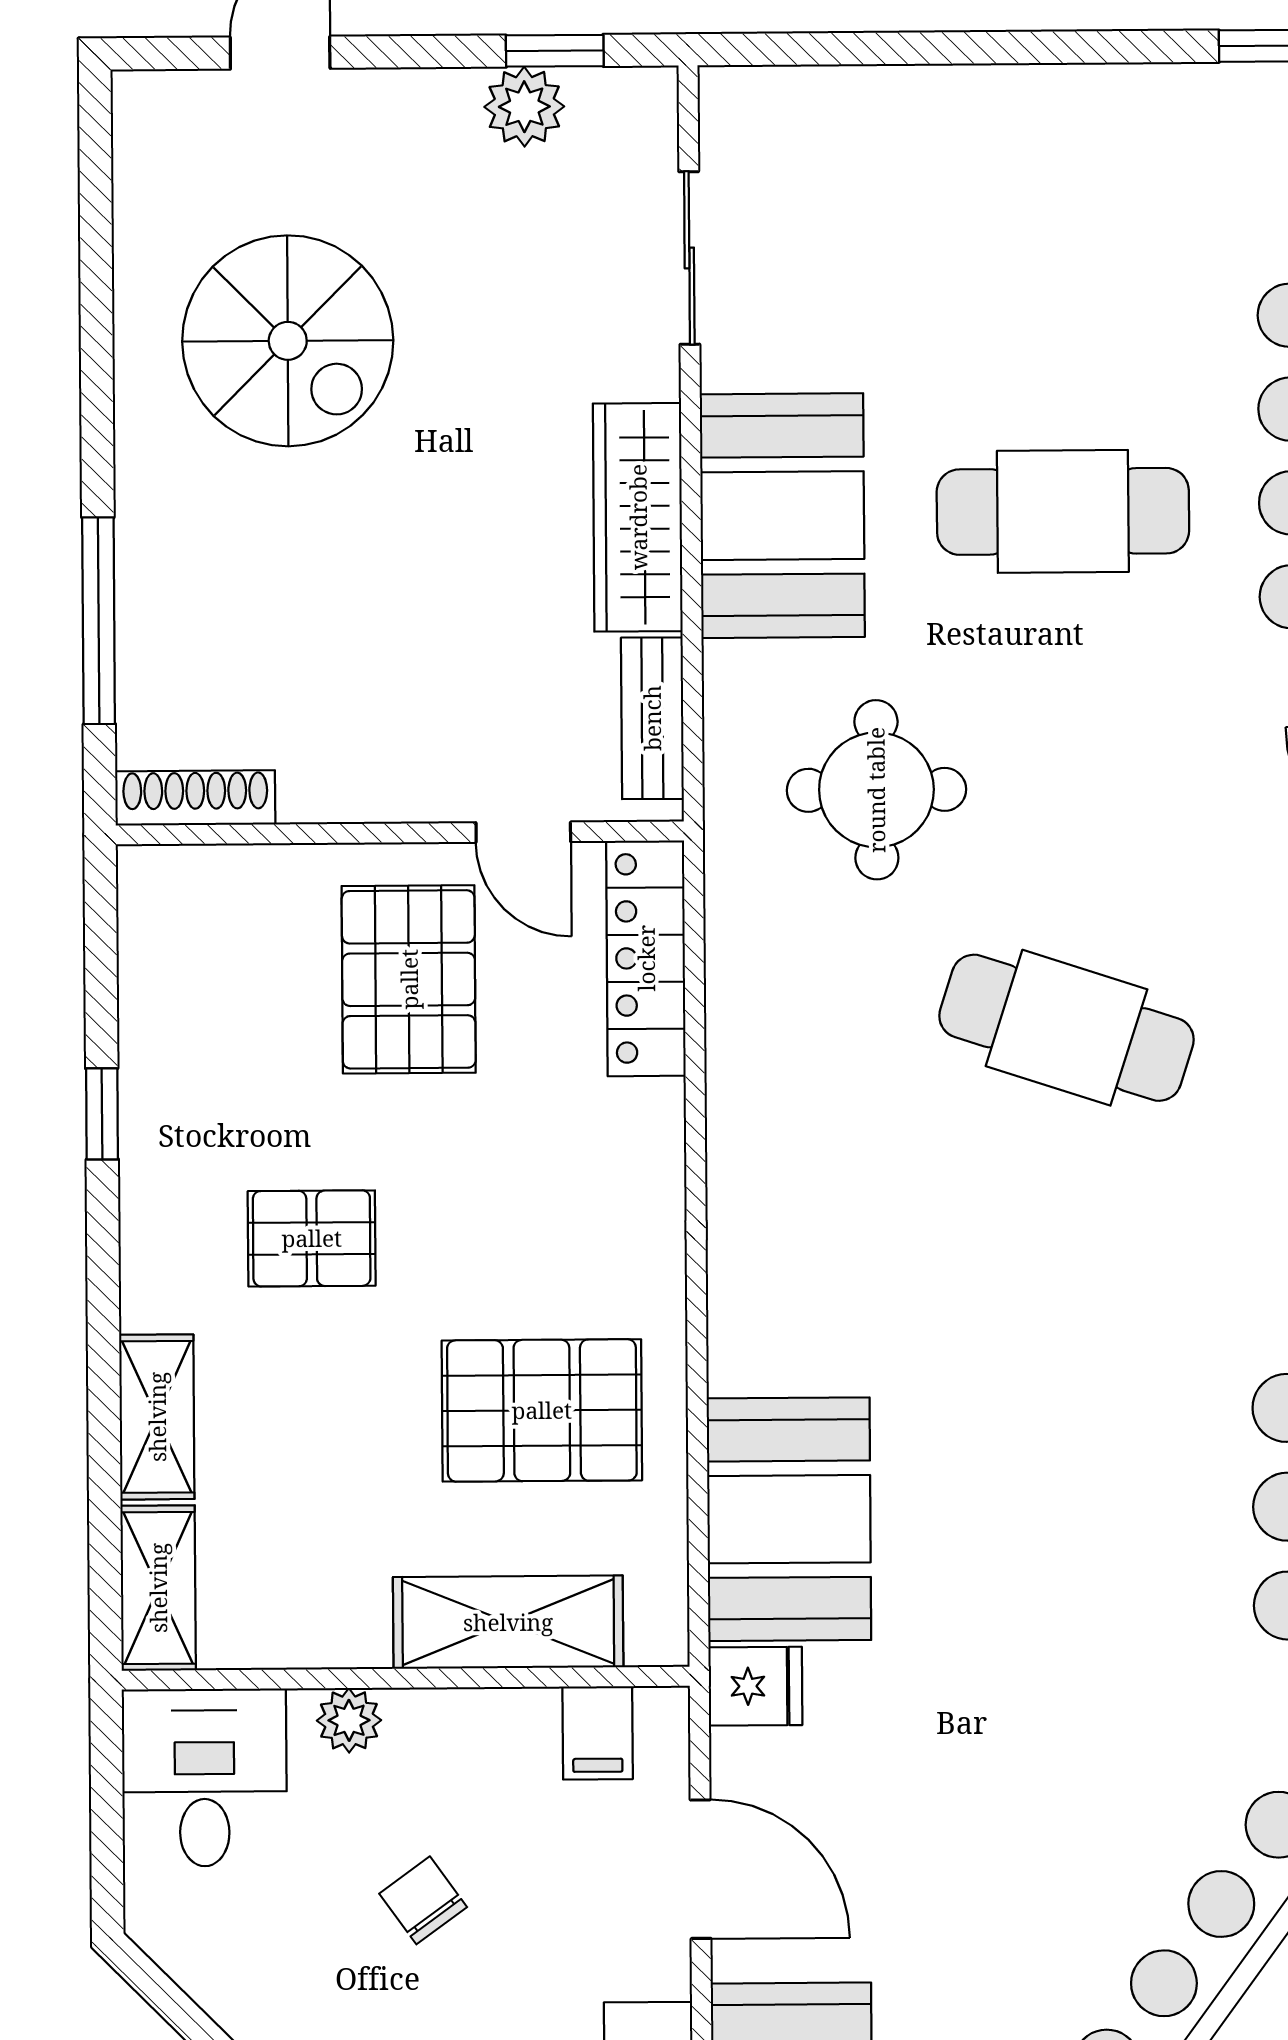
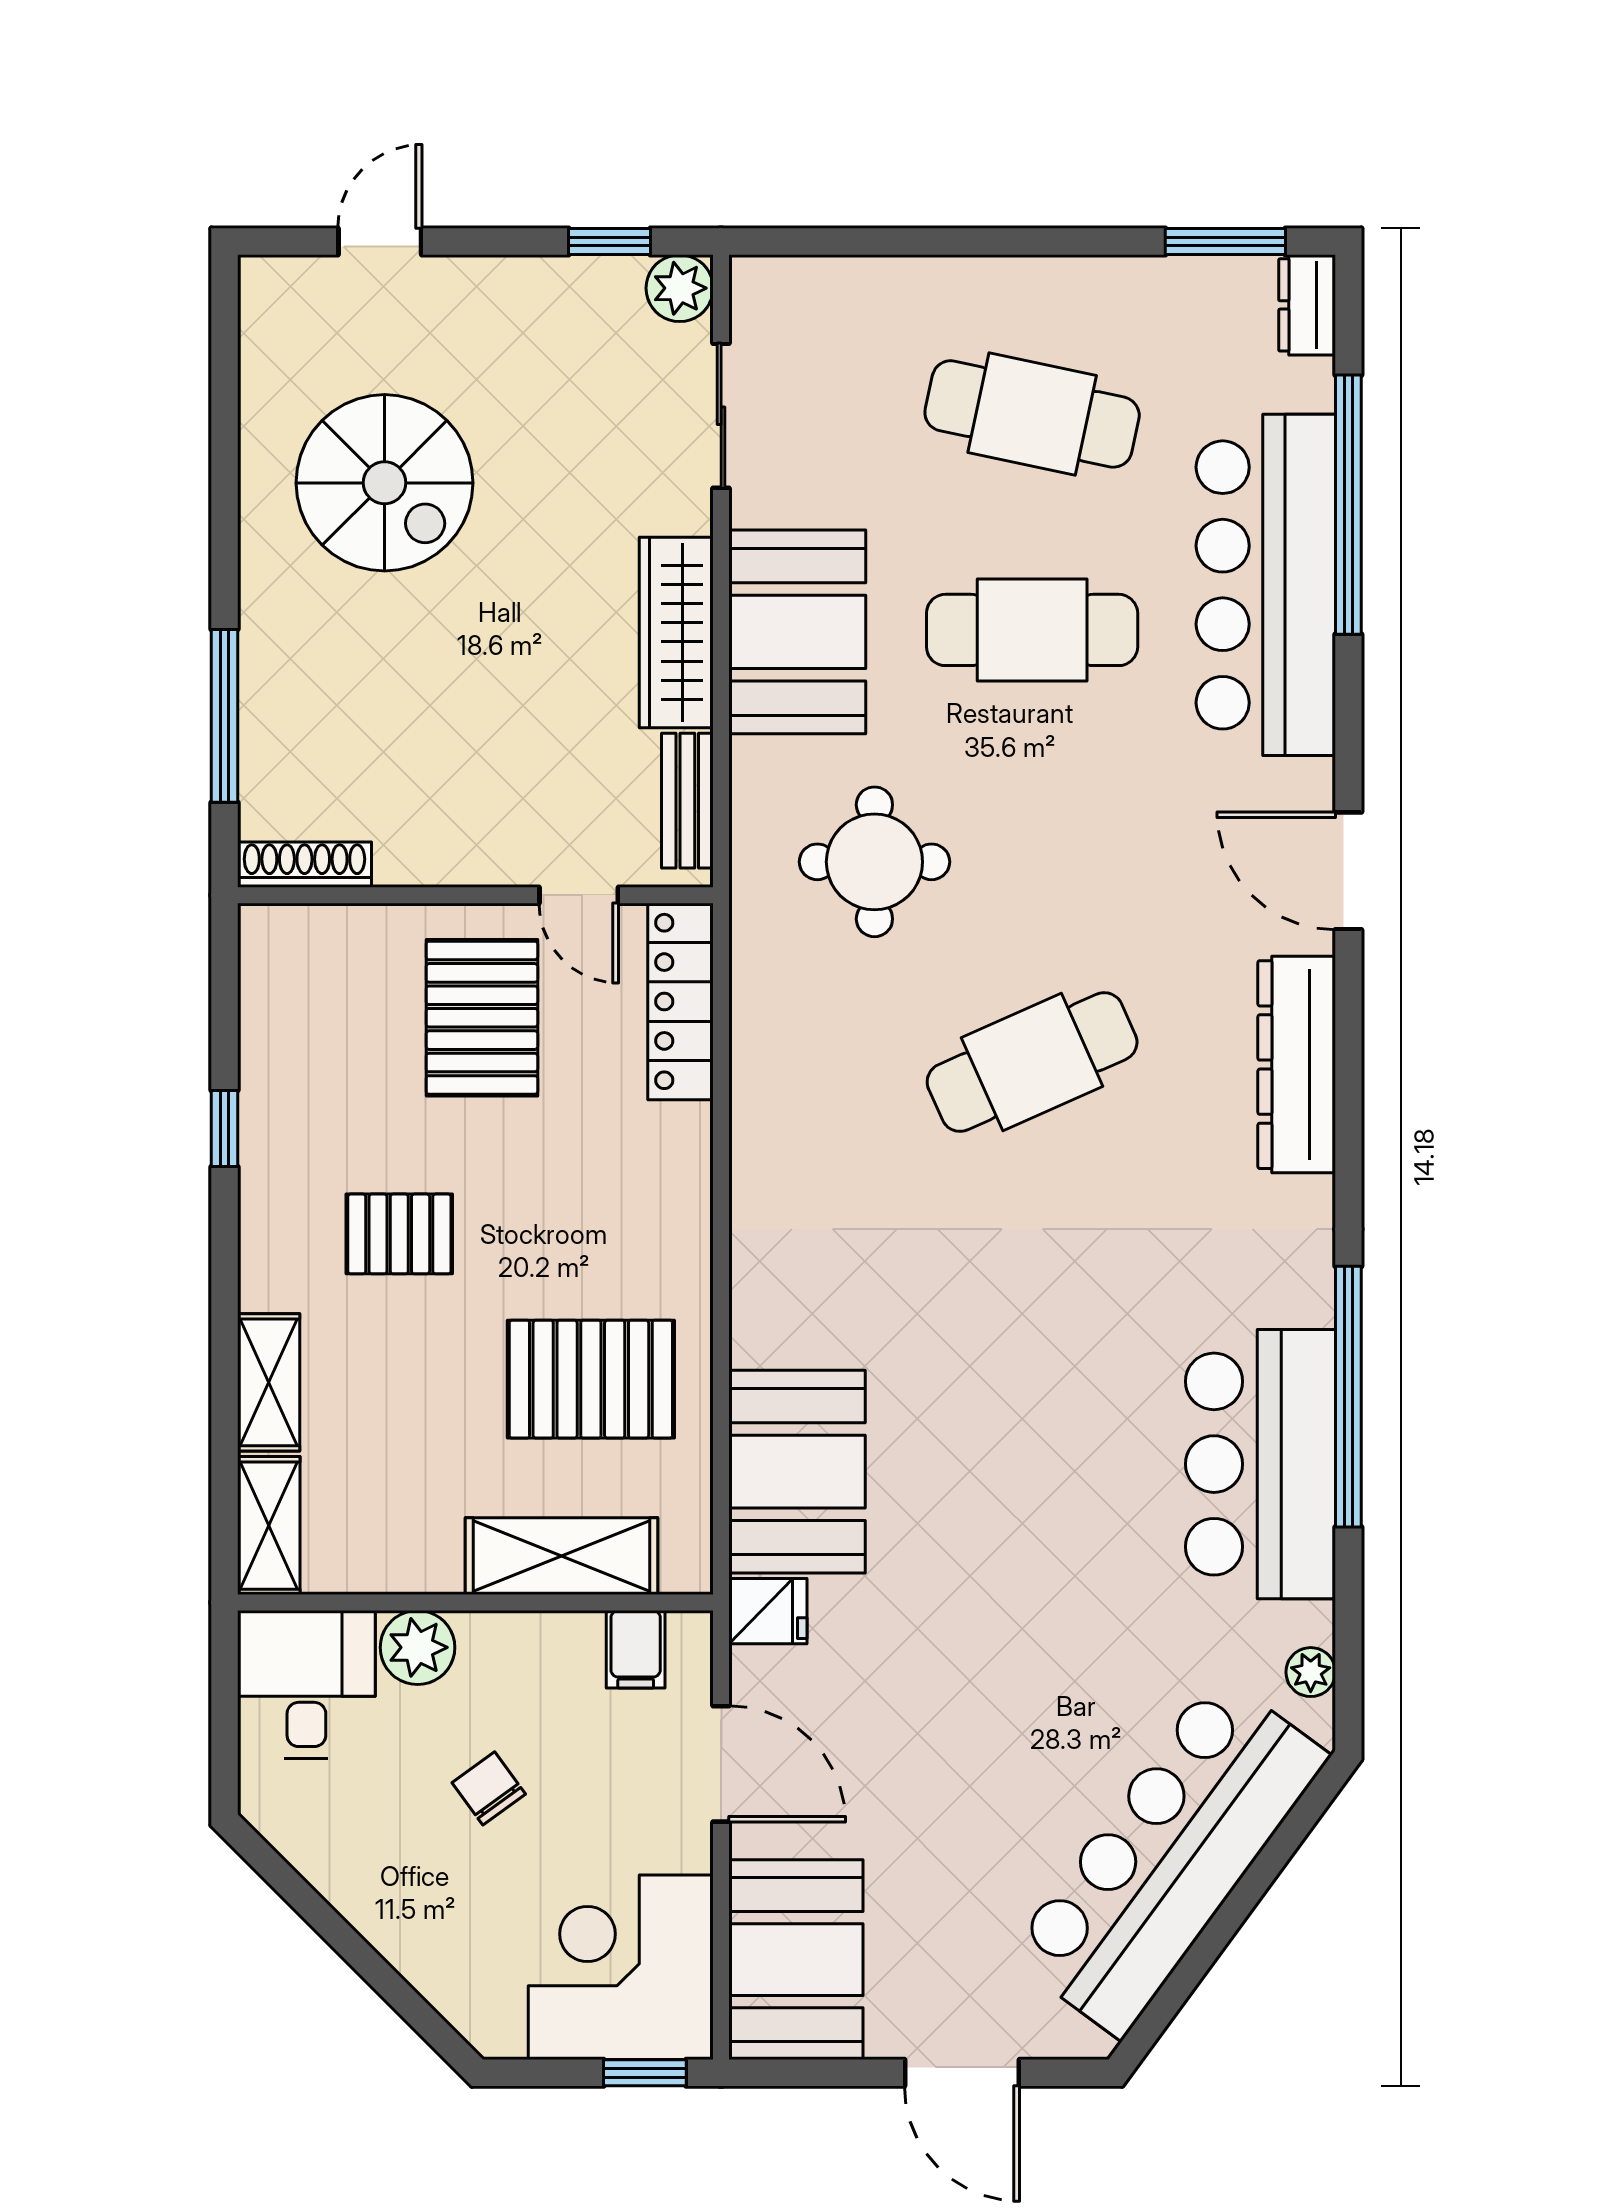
plant: (524, 107) -> (680, 288), moved
cafe table: (1061, 253) -> (1032, 414), added
cafe table: (1066, 1028) -> (1032, 1062), turned -42
plant: (349, 1720) -> (418, 1647), width x1.38, depth x1.38

